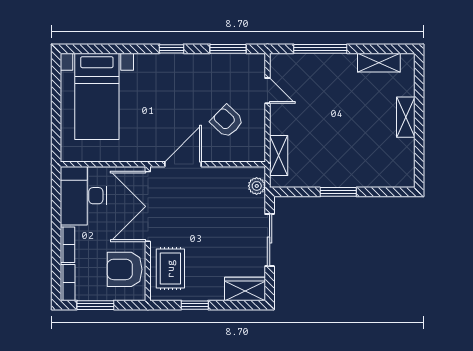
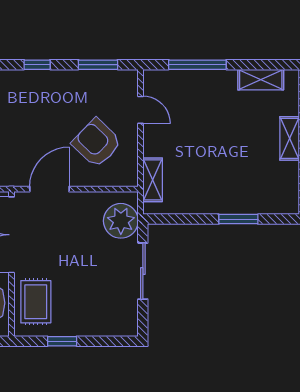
armchair: (227, 121) -> (97, 143), width x1.38, depth x1.38
plant: (257, 186) -> (121, 221), width x1.88, depth x1.88
window: (338, 192) -> (238, 219), moved
wardrobe: (245, 289) -> (116, 324), removed

